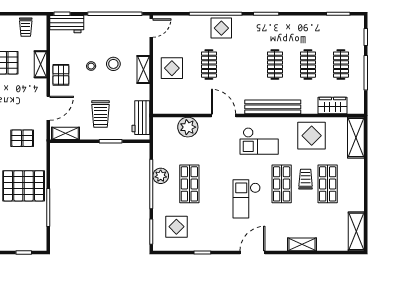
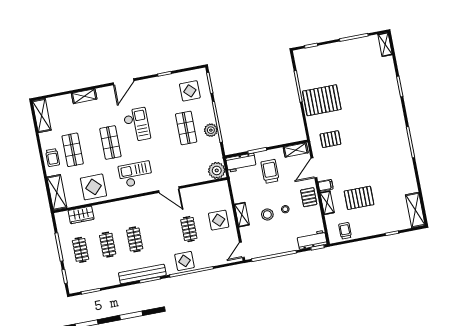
filing cabinet: (38, 85) -> (326, 185), added
bench: (273, 107) -> (142, 274), moved
workbench: (141, 118) -> (241, 163), moved, turned 90
plant: (188, 127) -> (217, 170), moved
trolley: (306, 179) -> (53, 158), moved

